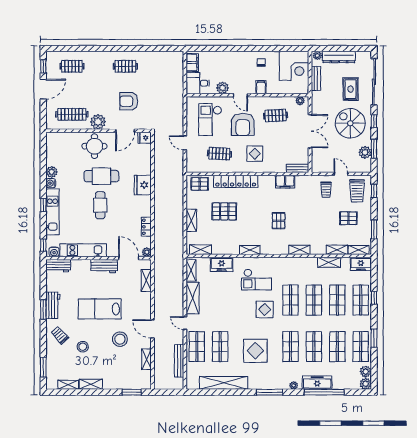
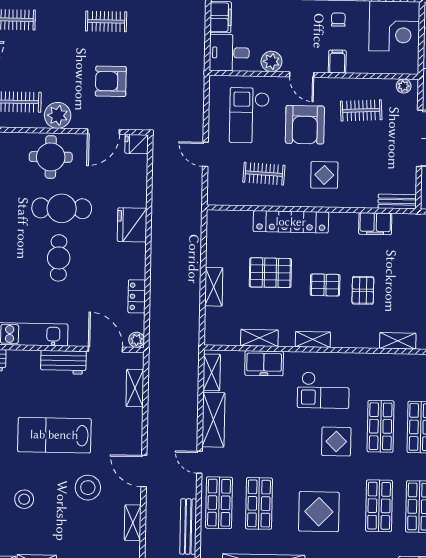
pallet: (200, 184) -> (325, 285), moved
shelving: (201, 250) -> (259, 338), moved

